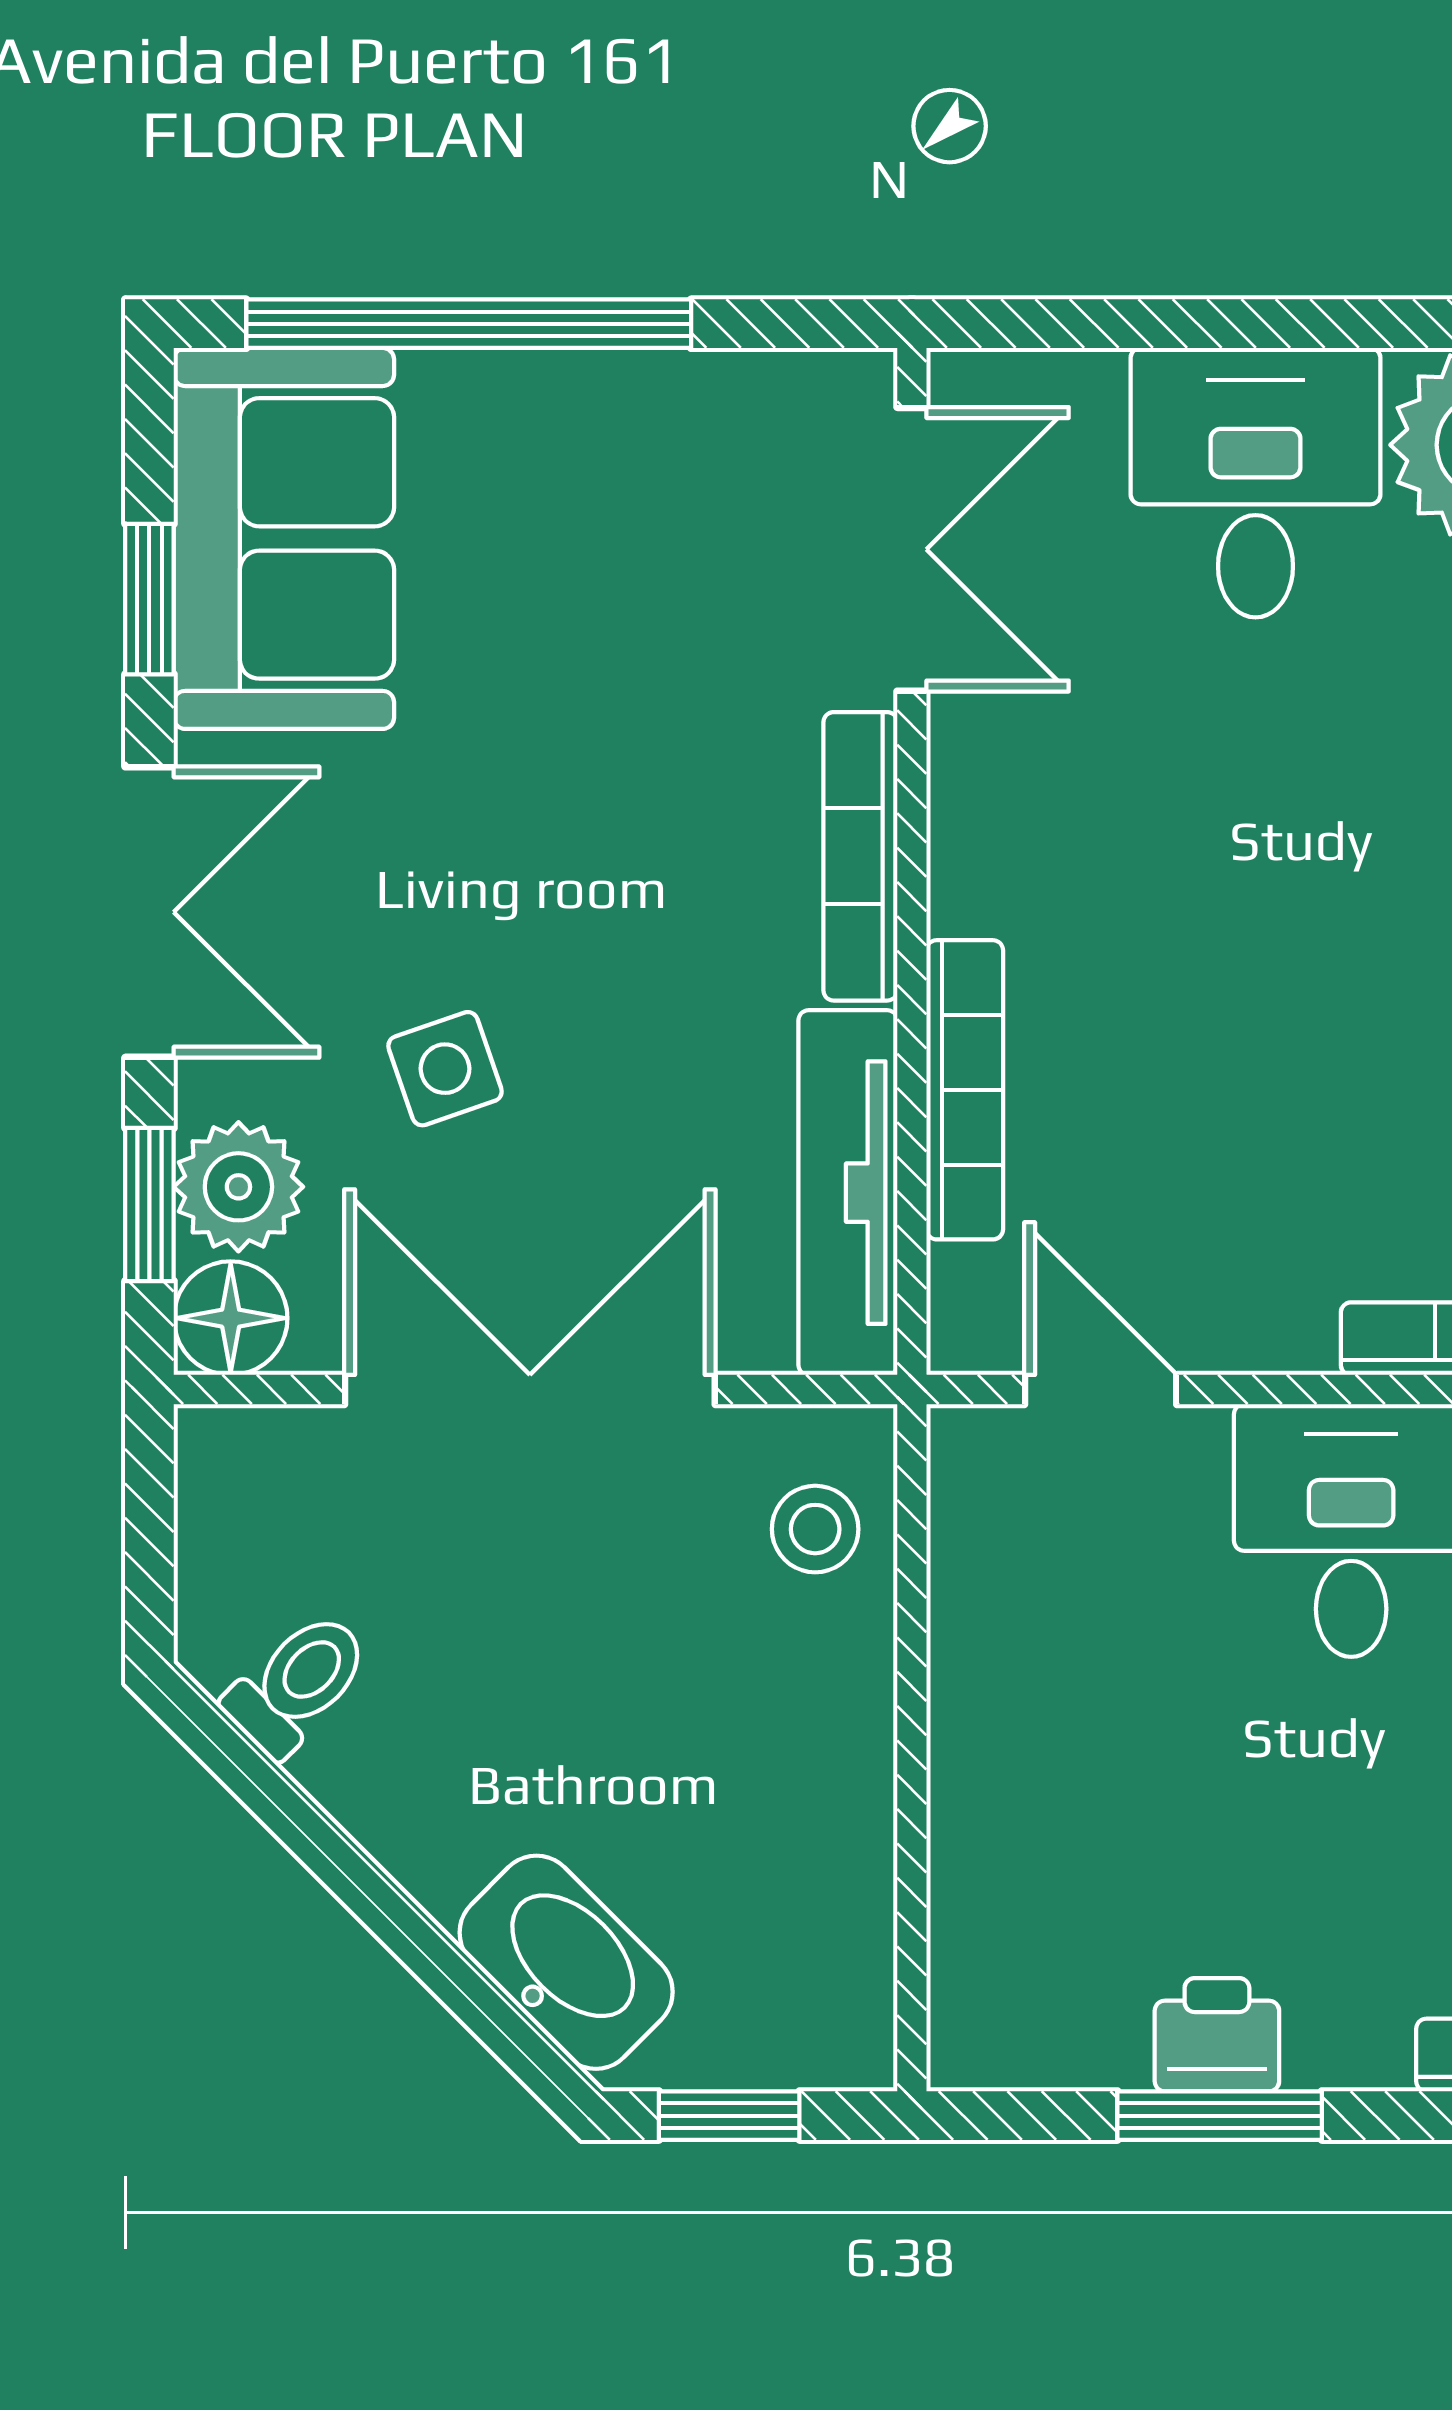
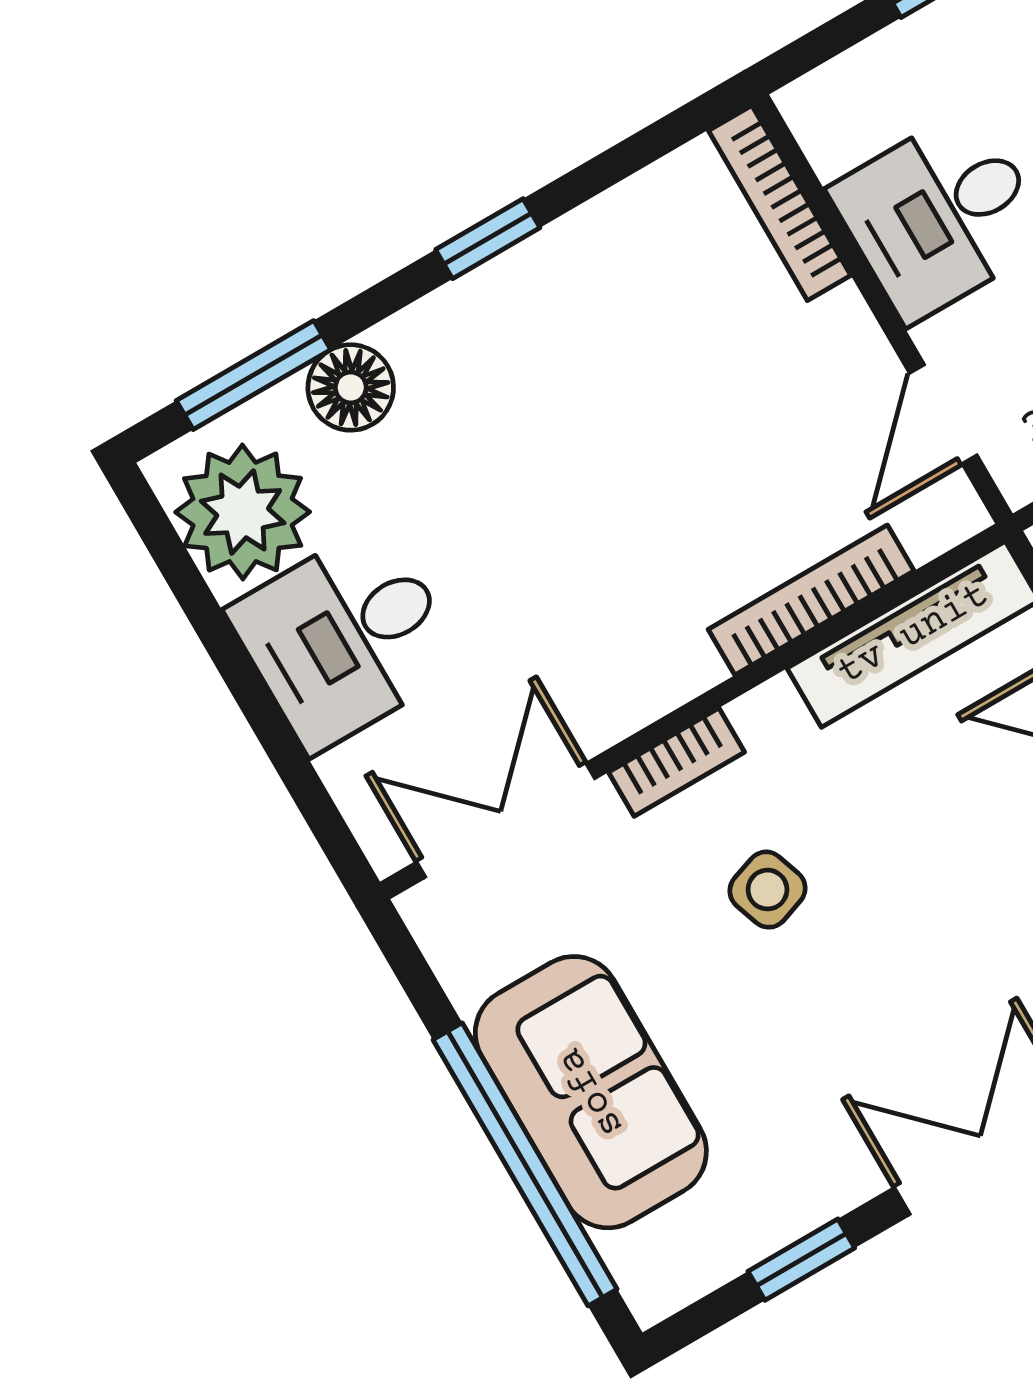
sofa: (284, 538) -> (591, 1092), moved, turned 90
bookcase: (860, 856) -> (676, 762), width x0.64
side table: (445, 1069) -> (767, 890), moved

